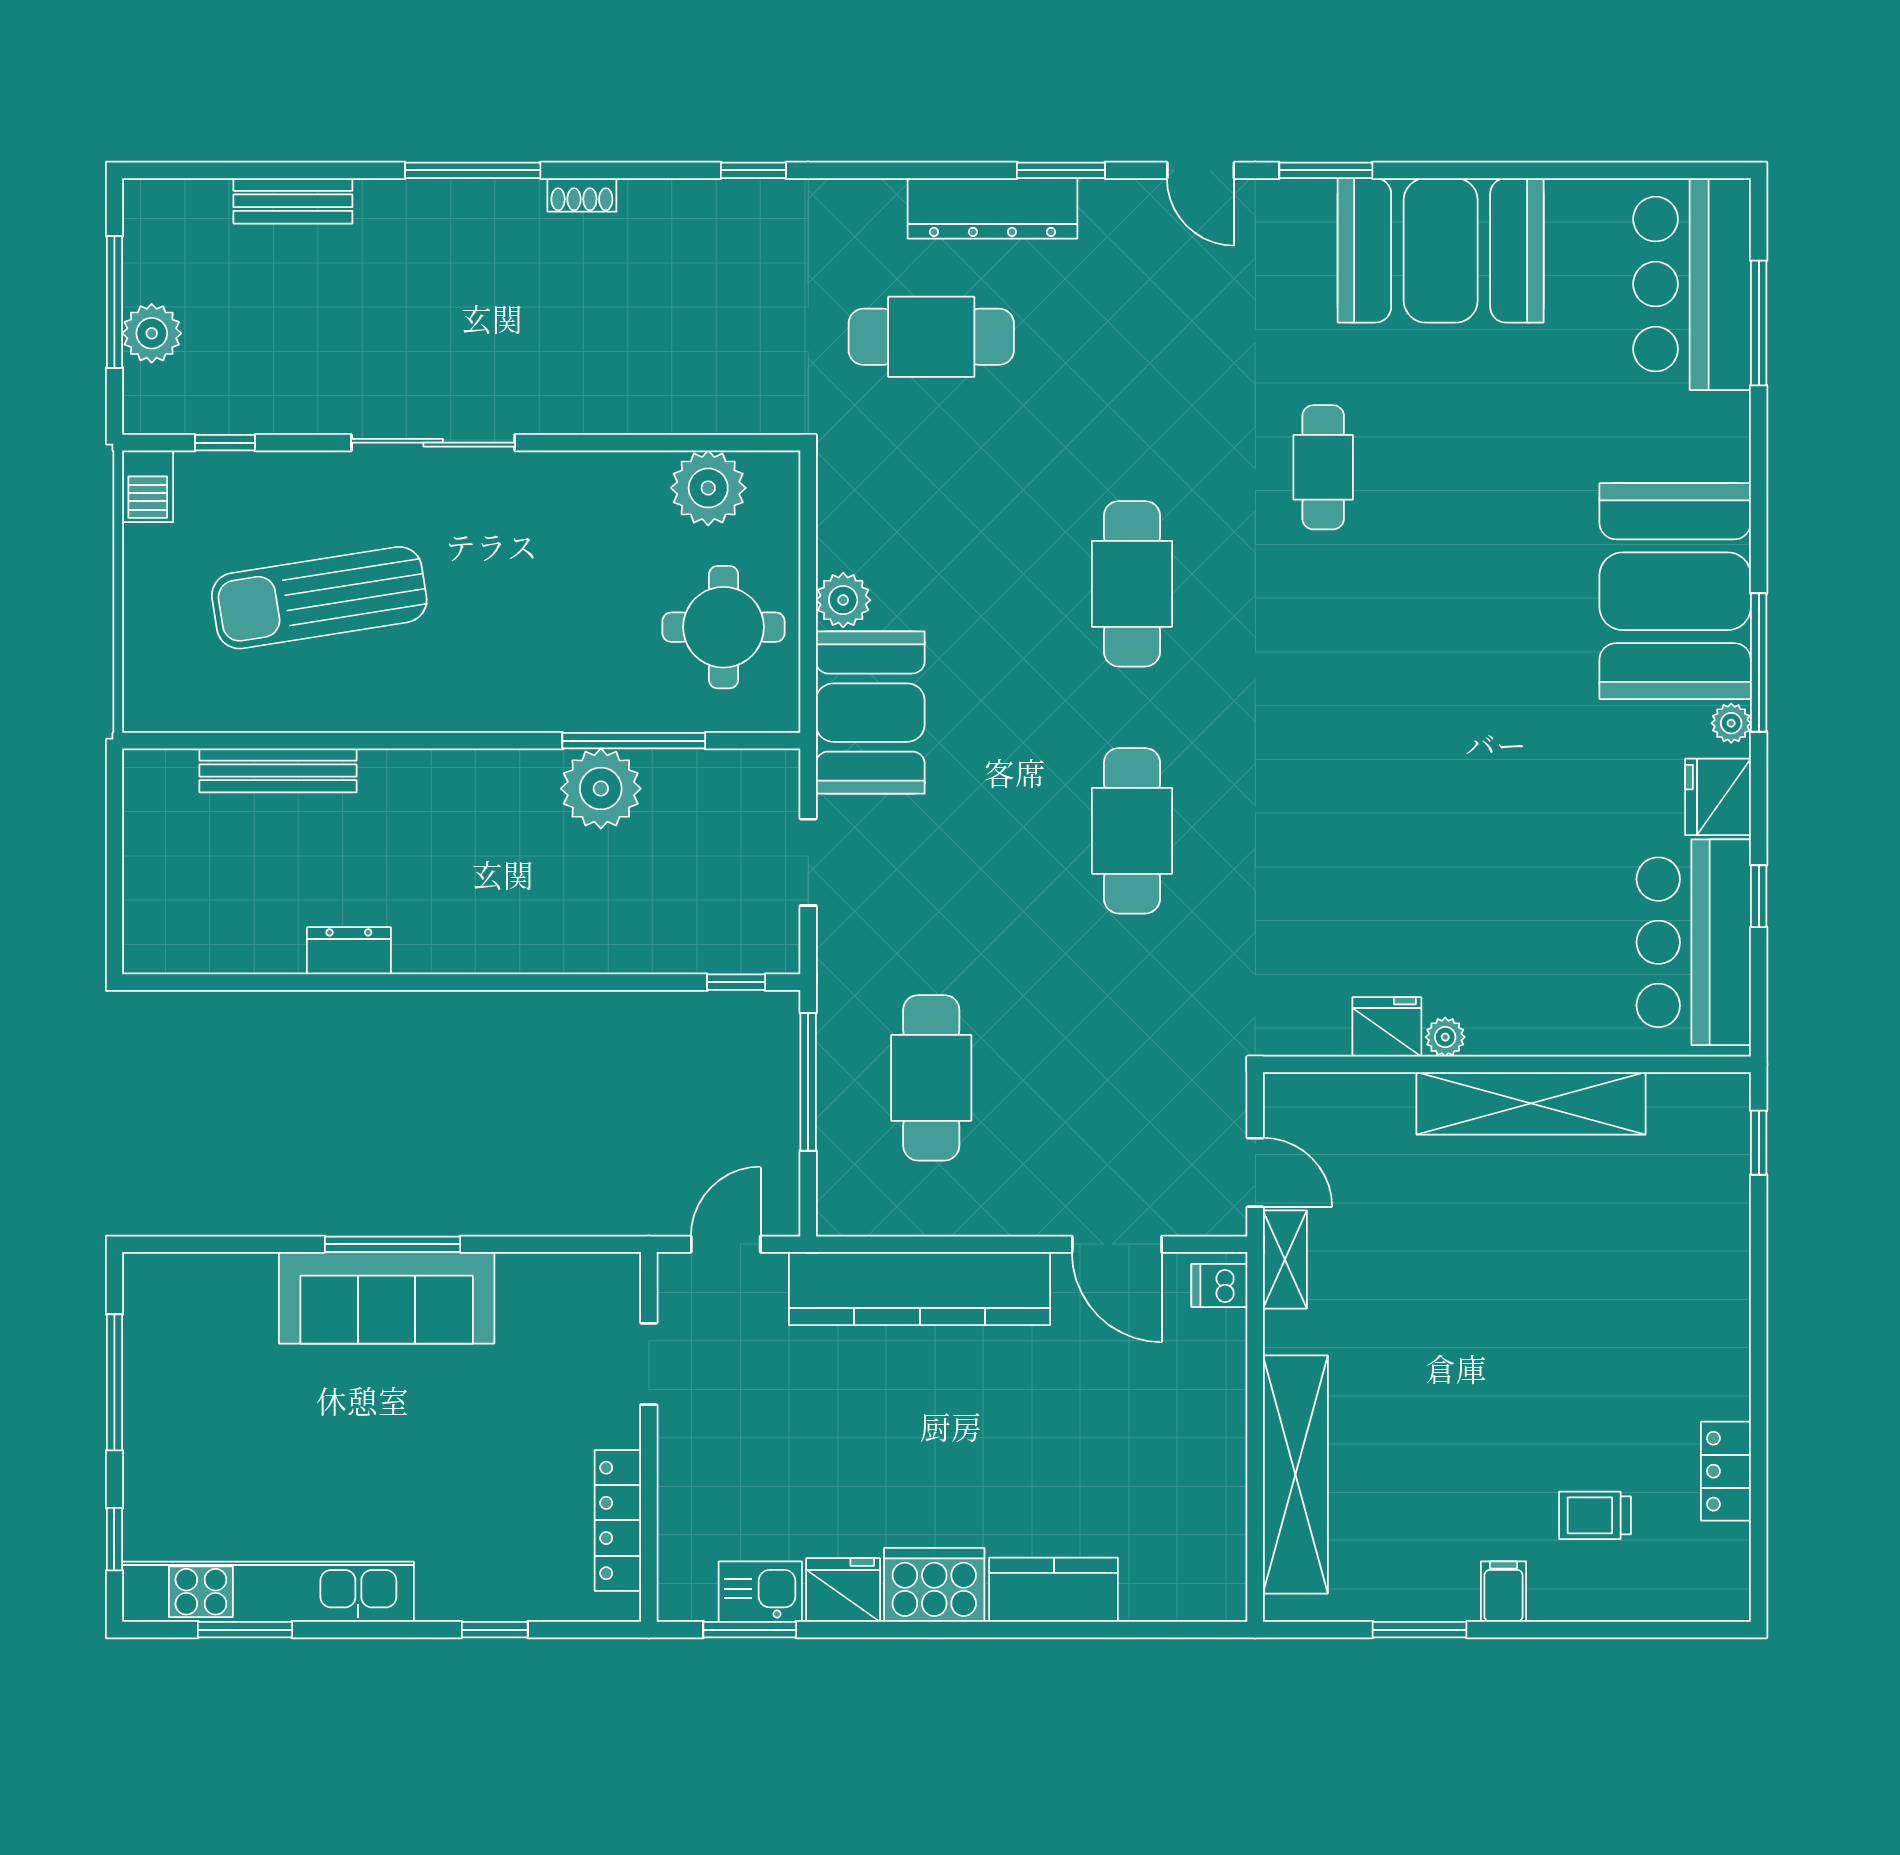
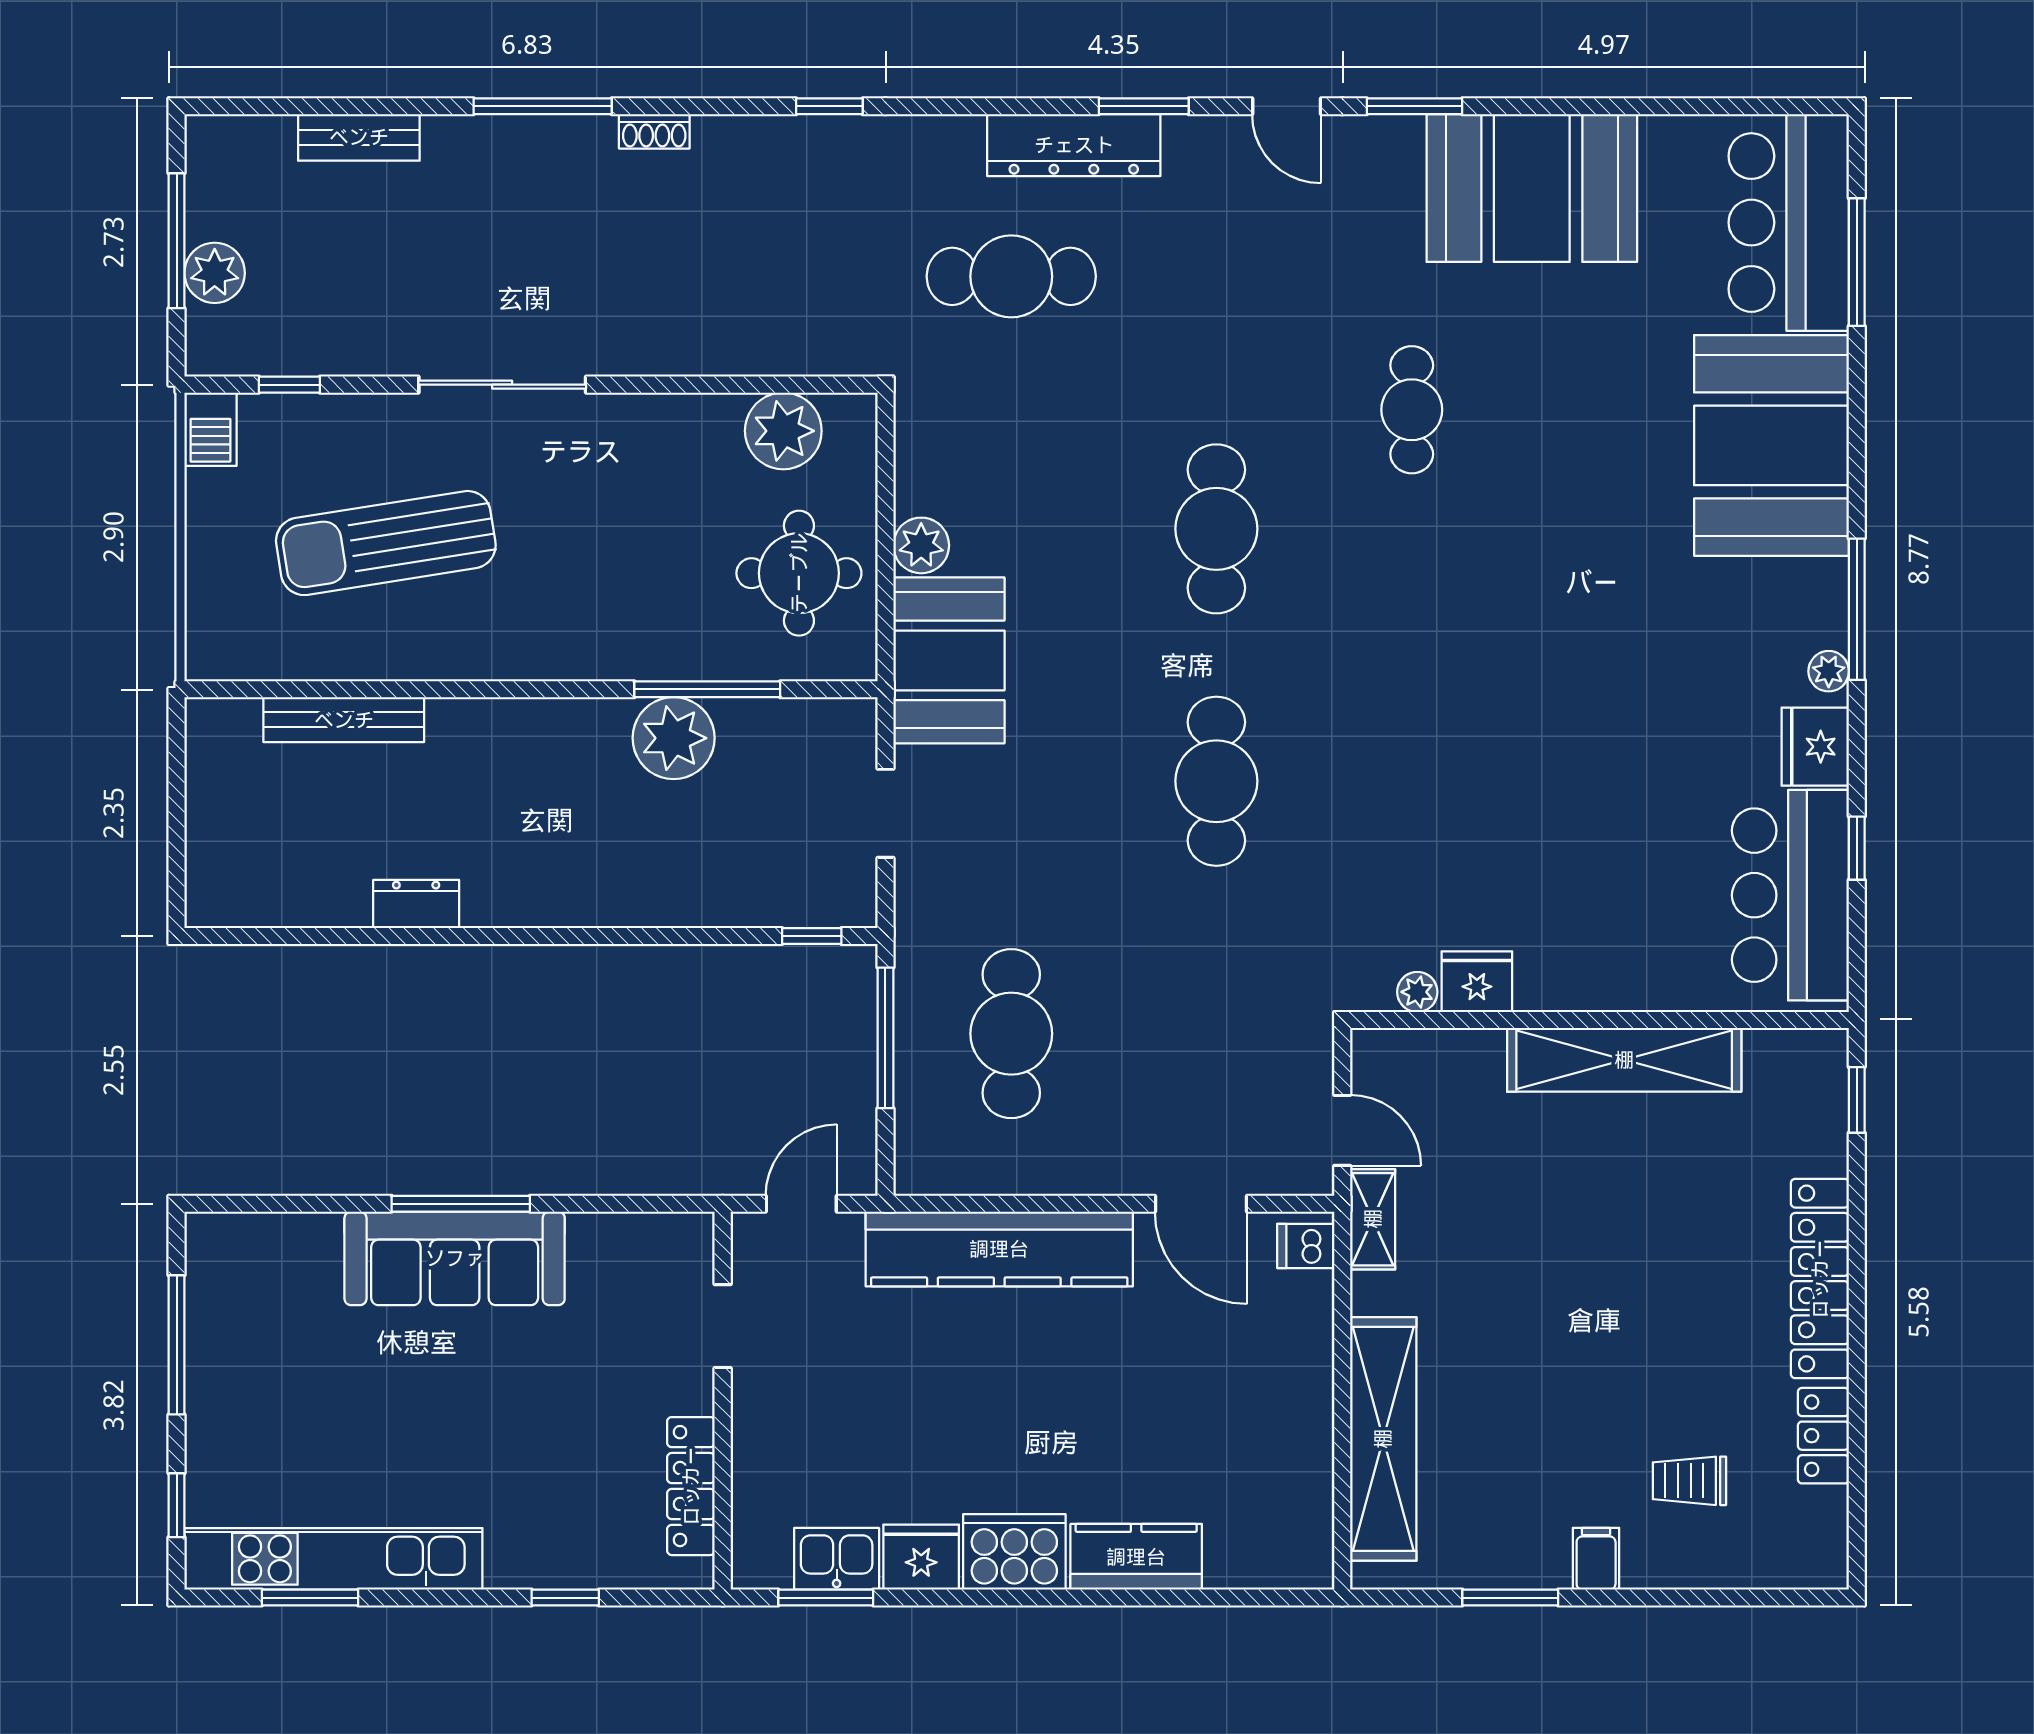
booth: (1675, 591) -> (1771, 445), moved
plant: (1445, 1037) -> (1417, 992), moved
locker: (1723, 1317) -> (1820, 1279), added

